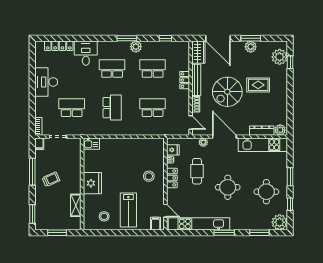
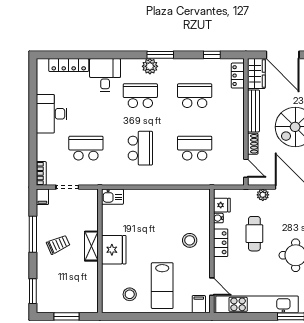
plant: (136, 47) -> (150, 66), moved
locker: (185, 80) -> (238, 76), moved
shelving: (76, 205) -> (91, 246), moved

